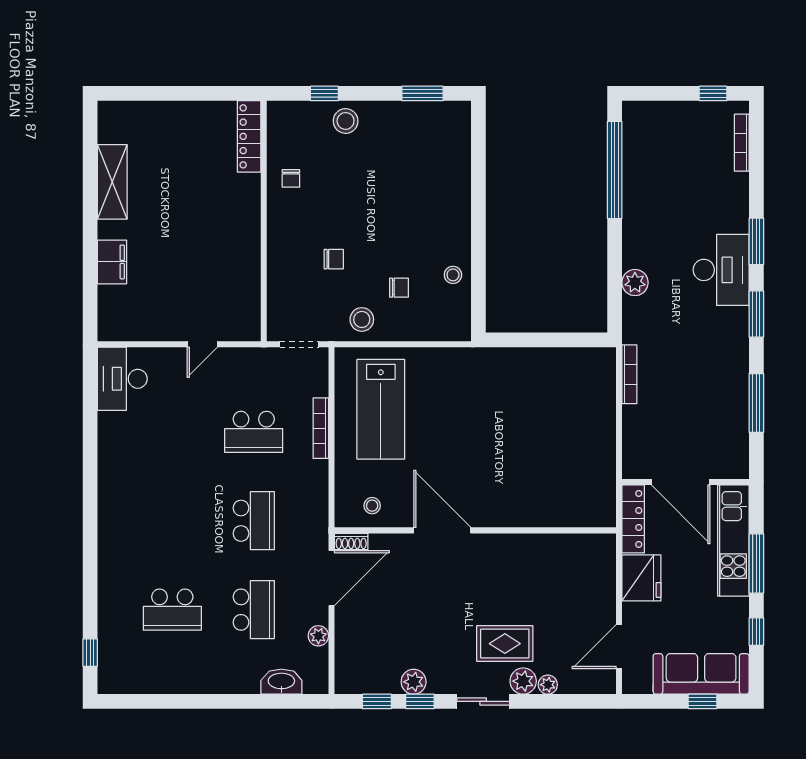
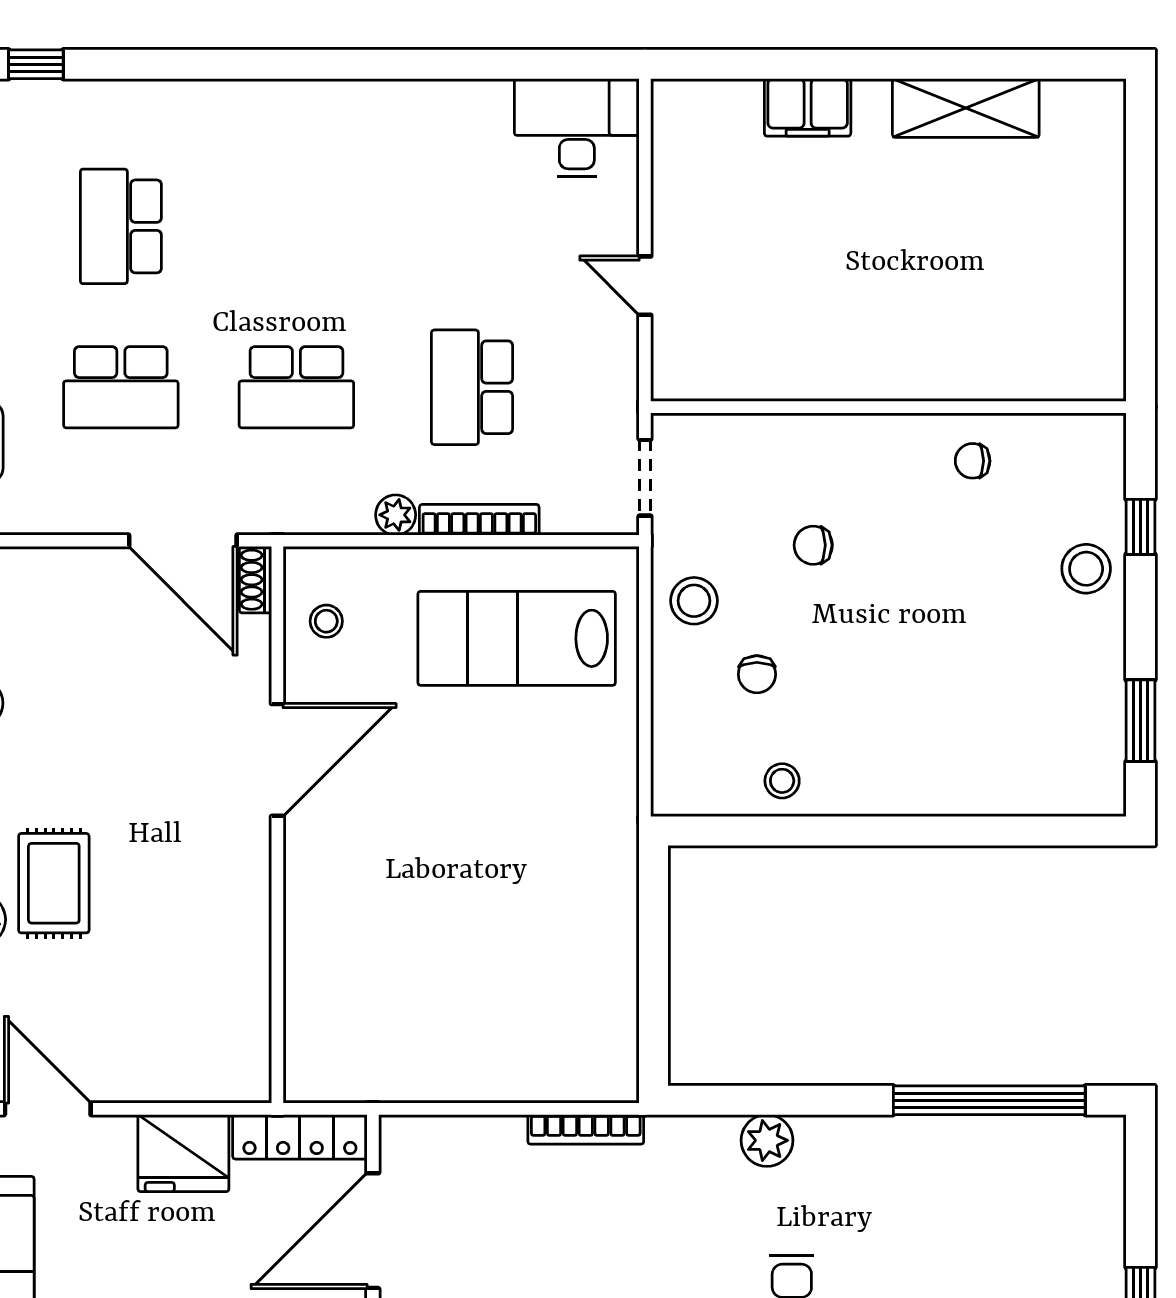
locker: (249, 136) -> (1056, 378), removed
chair: (334, 259) -> (813, 545), turned 90
plant: (318, 636) -> (396, 515), moved

